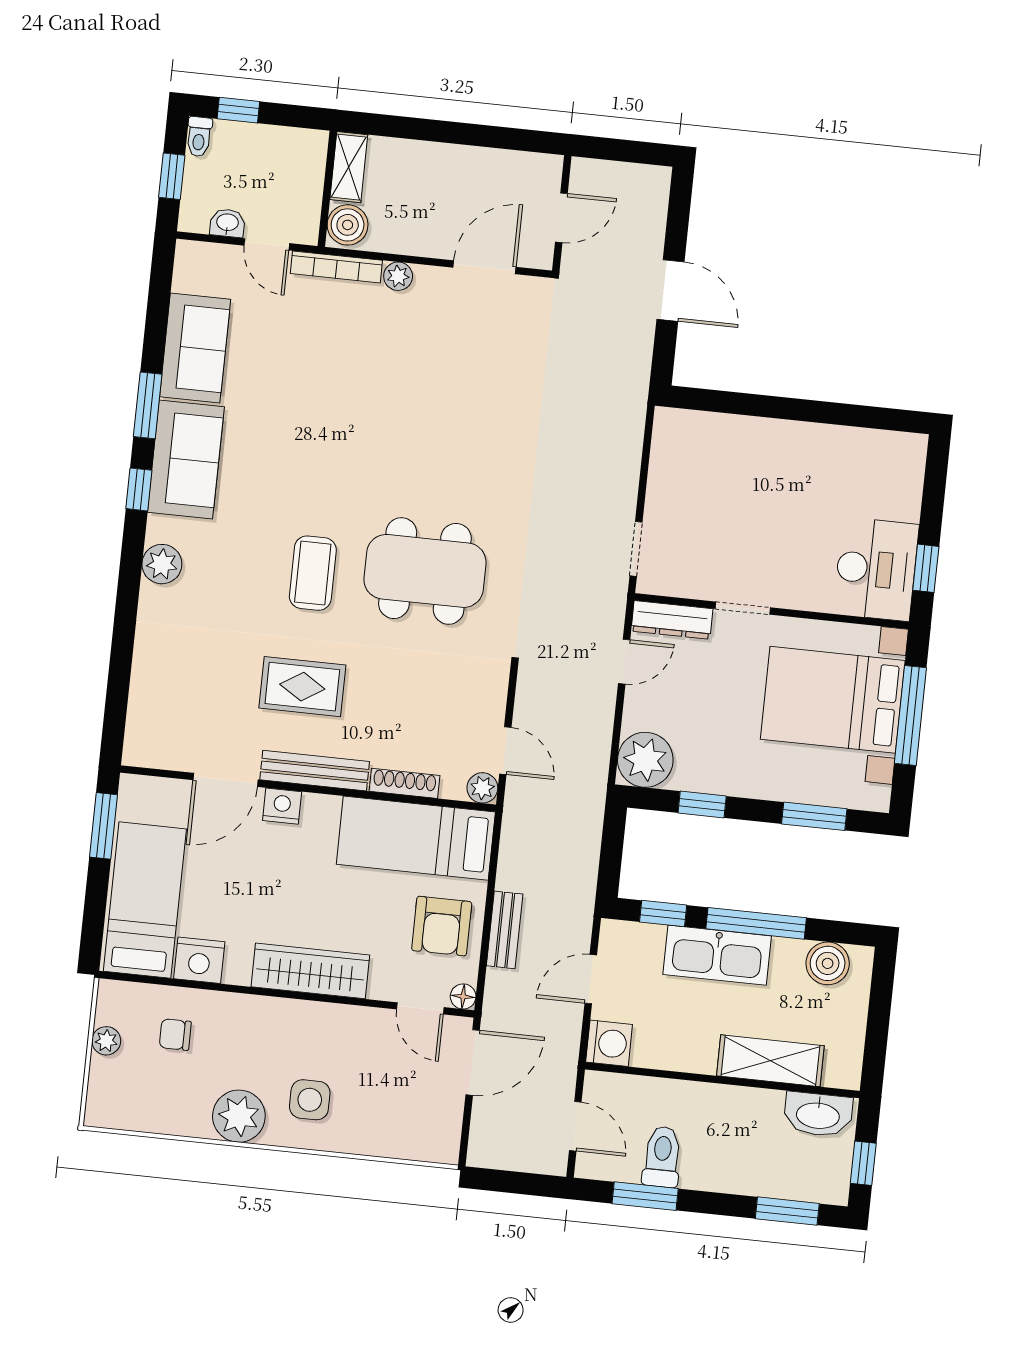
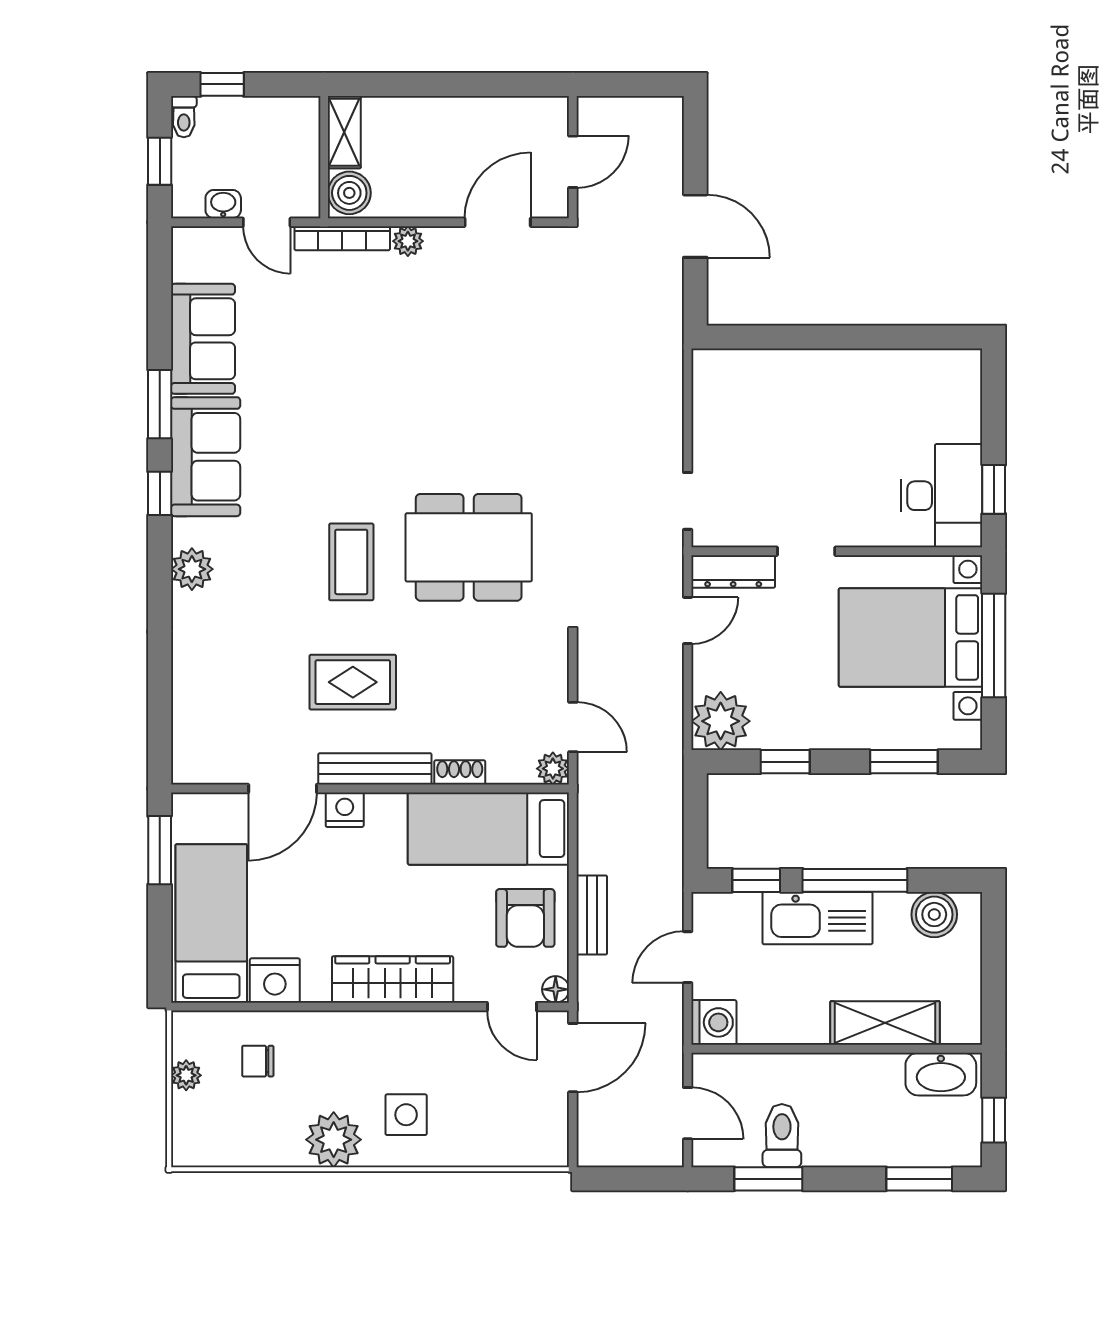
shoe rack: (404, 783) -> (460, 772), width x0.70

